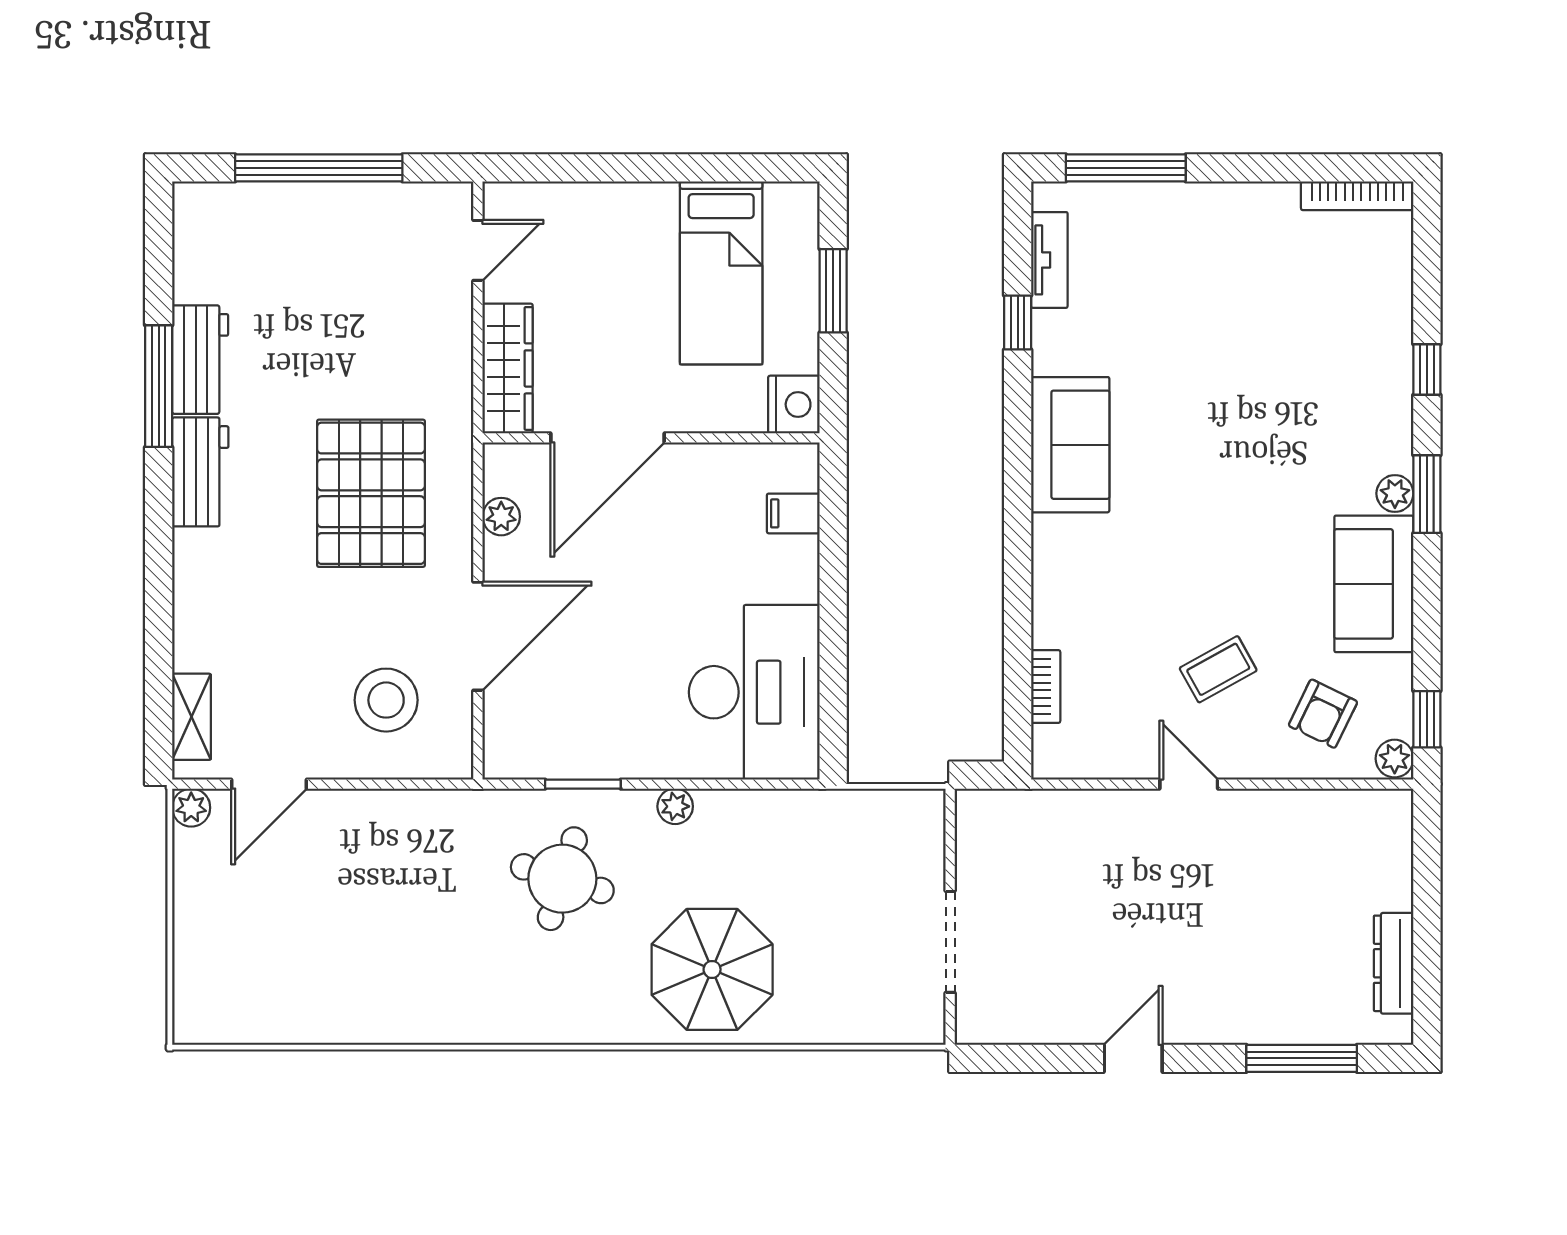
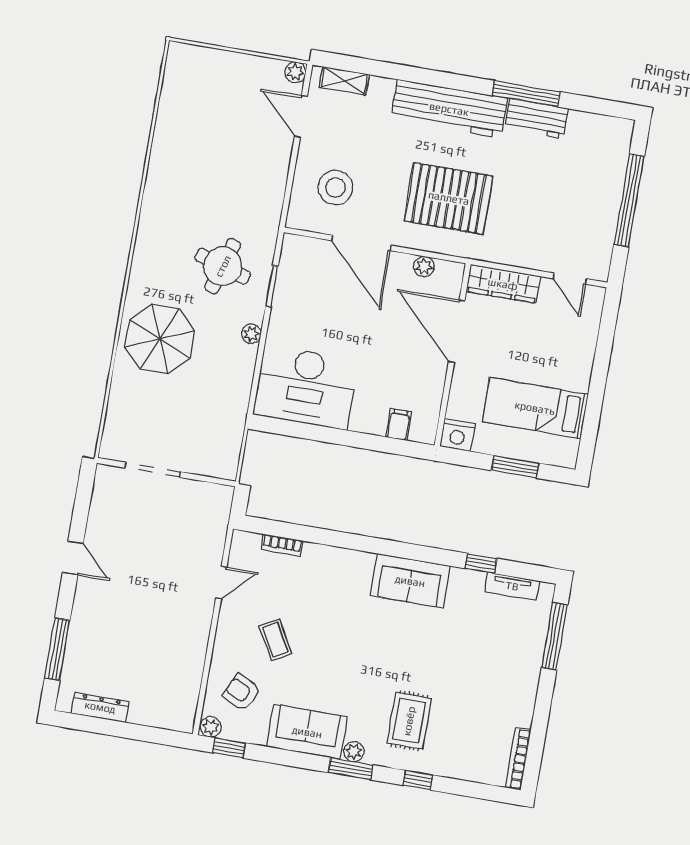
rug: (1323, 403) -> (409, 721), added
workbench: (200, 472) -> (449, 109), width x1.88, depth x1.32
door: (1189, 784) -> (221, 583), moved

